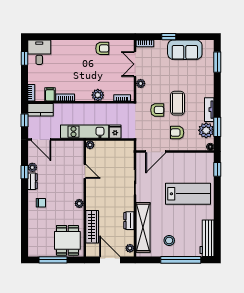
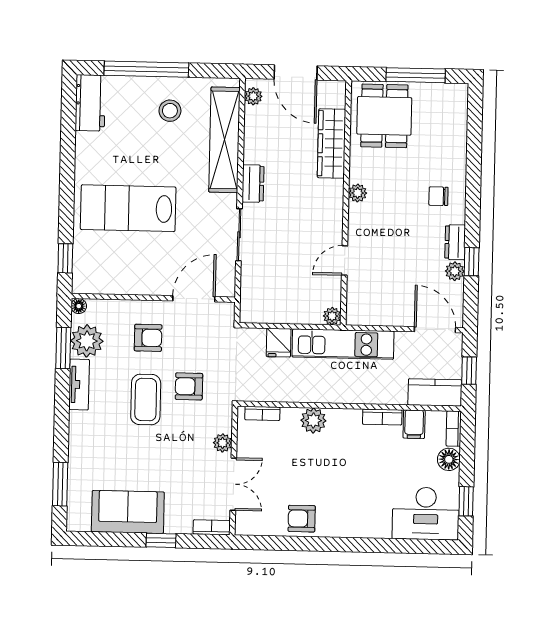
desk: (39, 52) -> (426, 513), width x1.37
floor lamp: (33, 78) -> (449, 459), added
door: (85, 171) -> (345, 260), hinge flipped
dresser: (129, 221) -> (253, 184), moved
workbench: (207, 238) -> (90, 103), width x0.73

